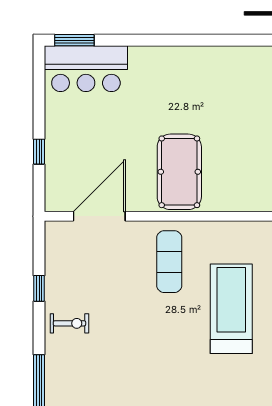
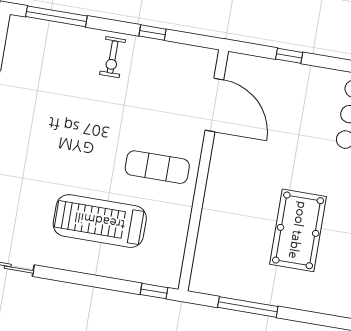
pool table: (179, 172) -> (298, 230), moved, turned 90
treadmill: (231, 309) -> (100, 221), turned 180

